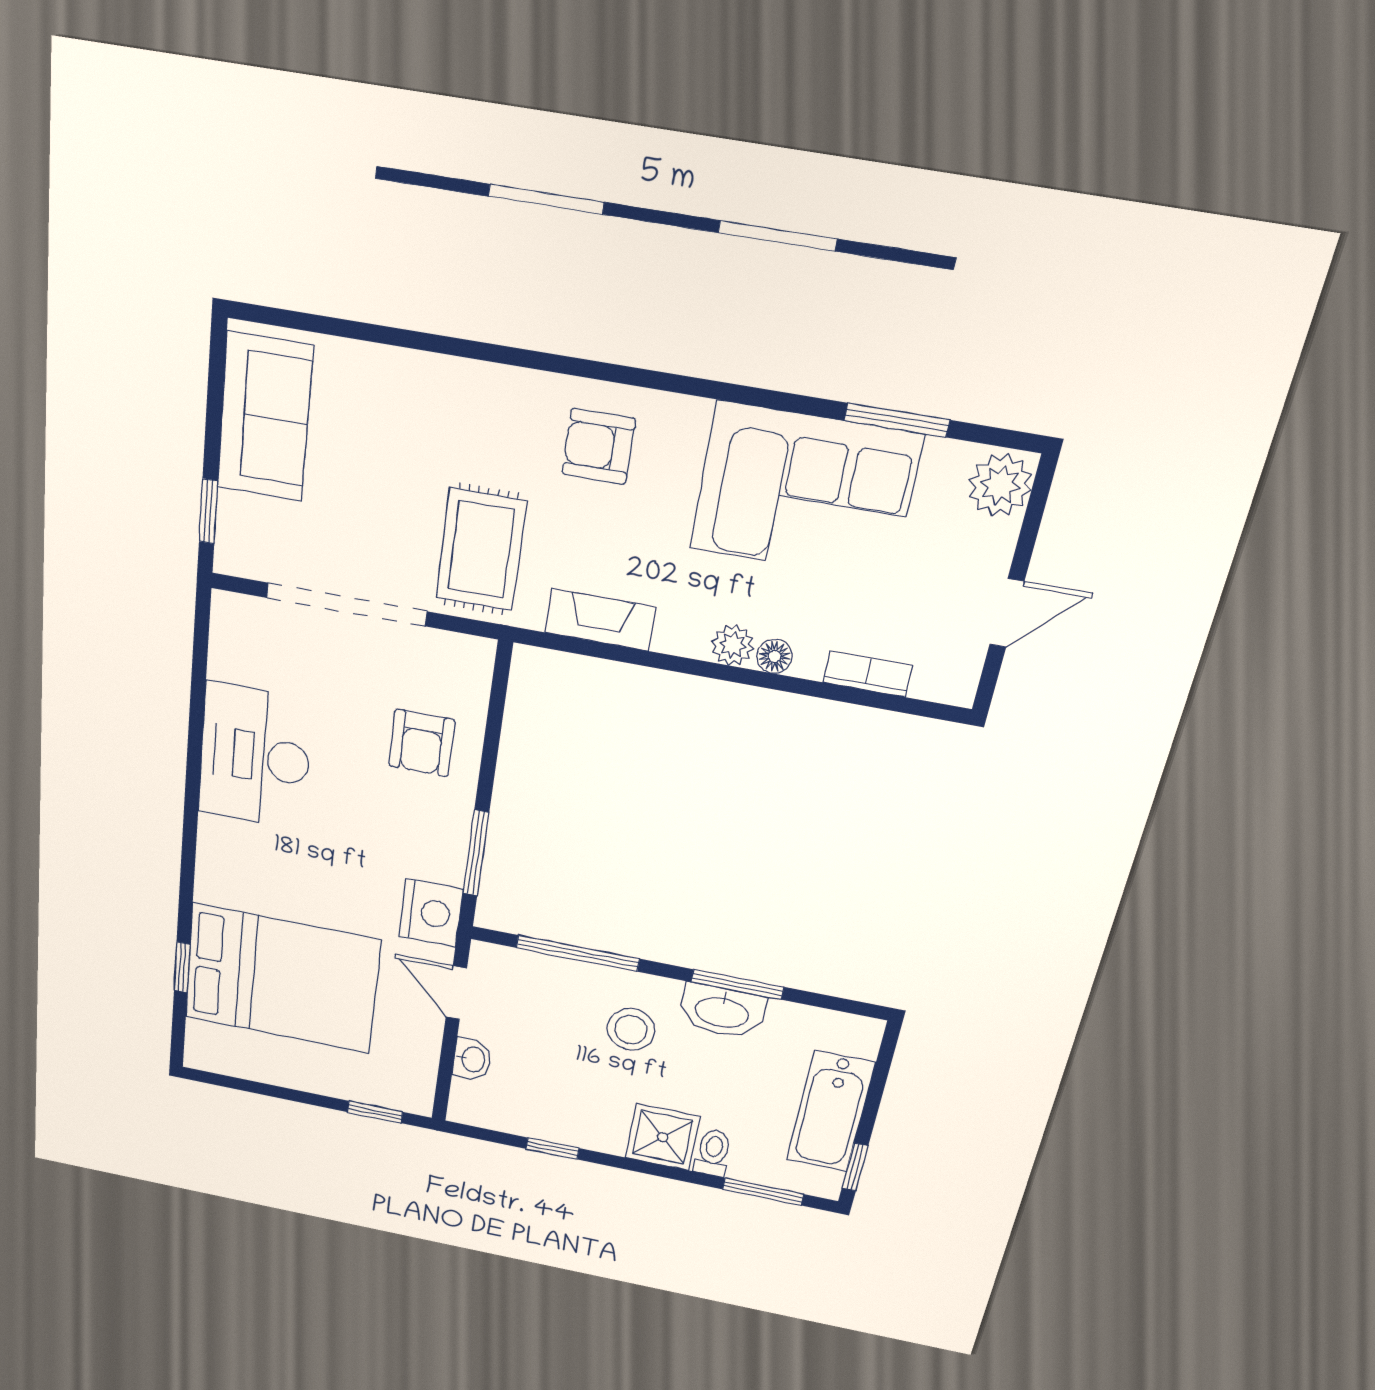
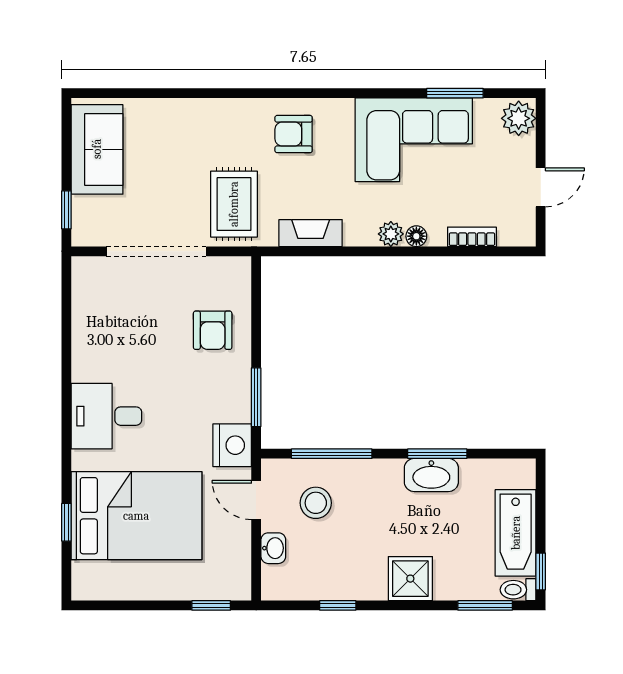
desk: (255, 756) -> (106, 416), moved, width x0.73
stool: (631, 1030) -> (316, 503), moved
toilet: (713, 1153) -> (518, 590), moved, turned -90

